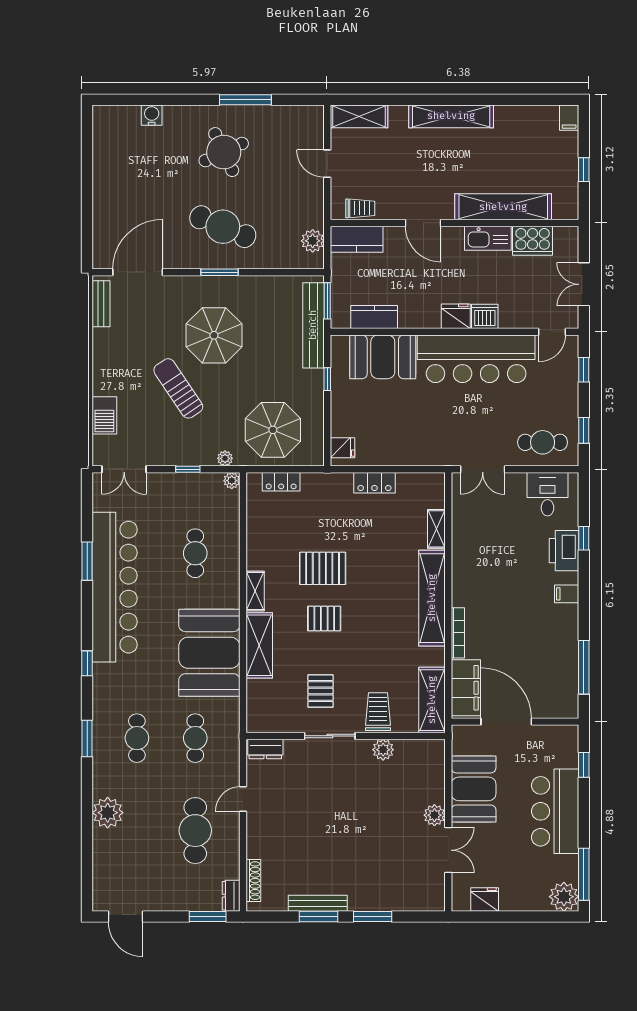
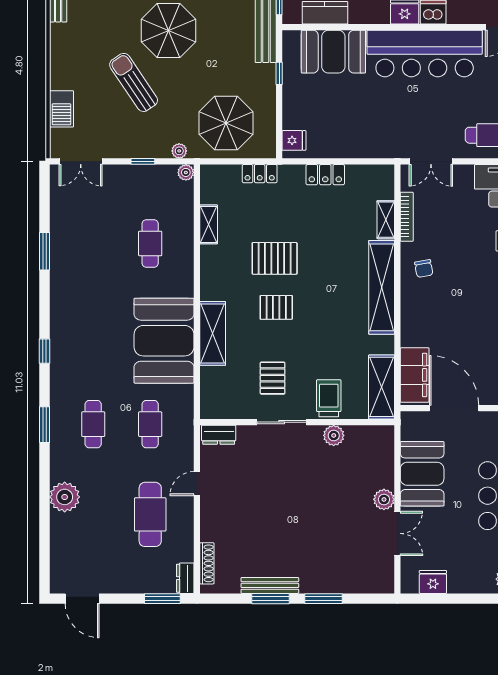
locker: (281, 482) -> (260, 174), moved
chair: (475, 579) -> (424, 269), added
bar counter: (115, 587) -> (71, 277), removed
shelving: (255, 591) -> (209, 224), moved
bookcase: (458, 633) -> (407, 217), moved

